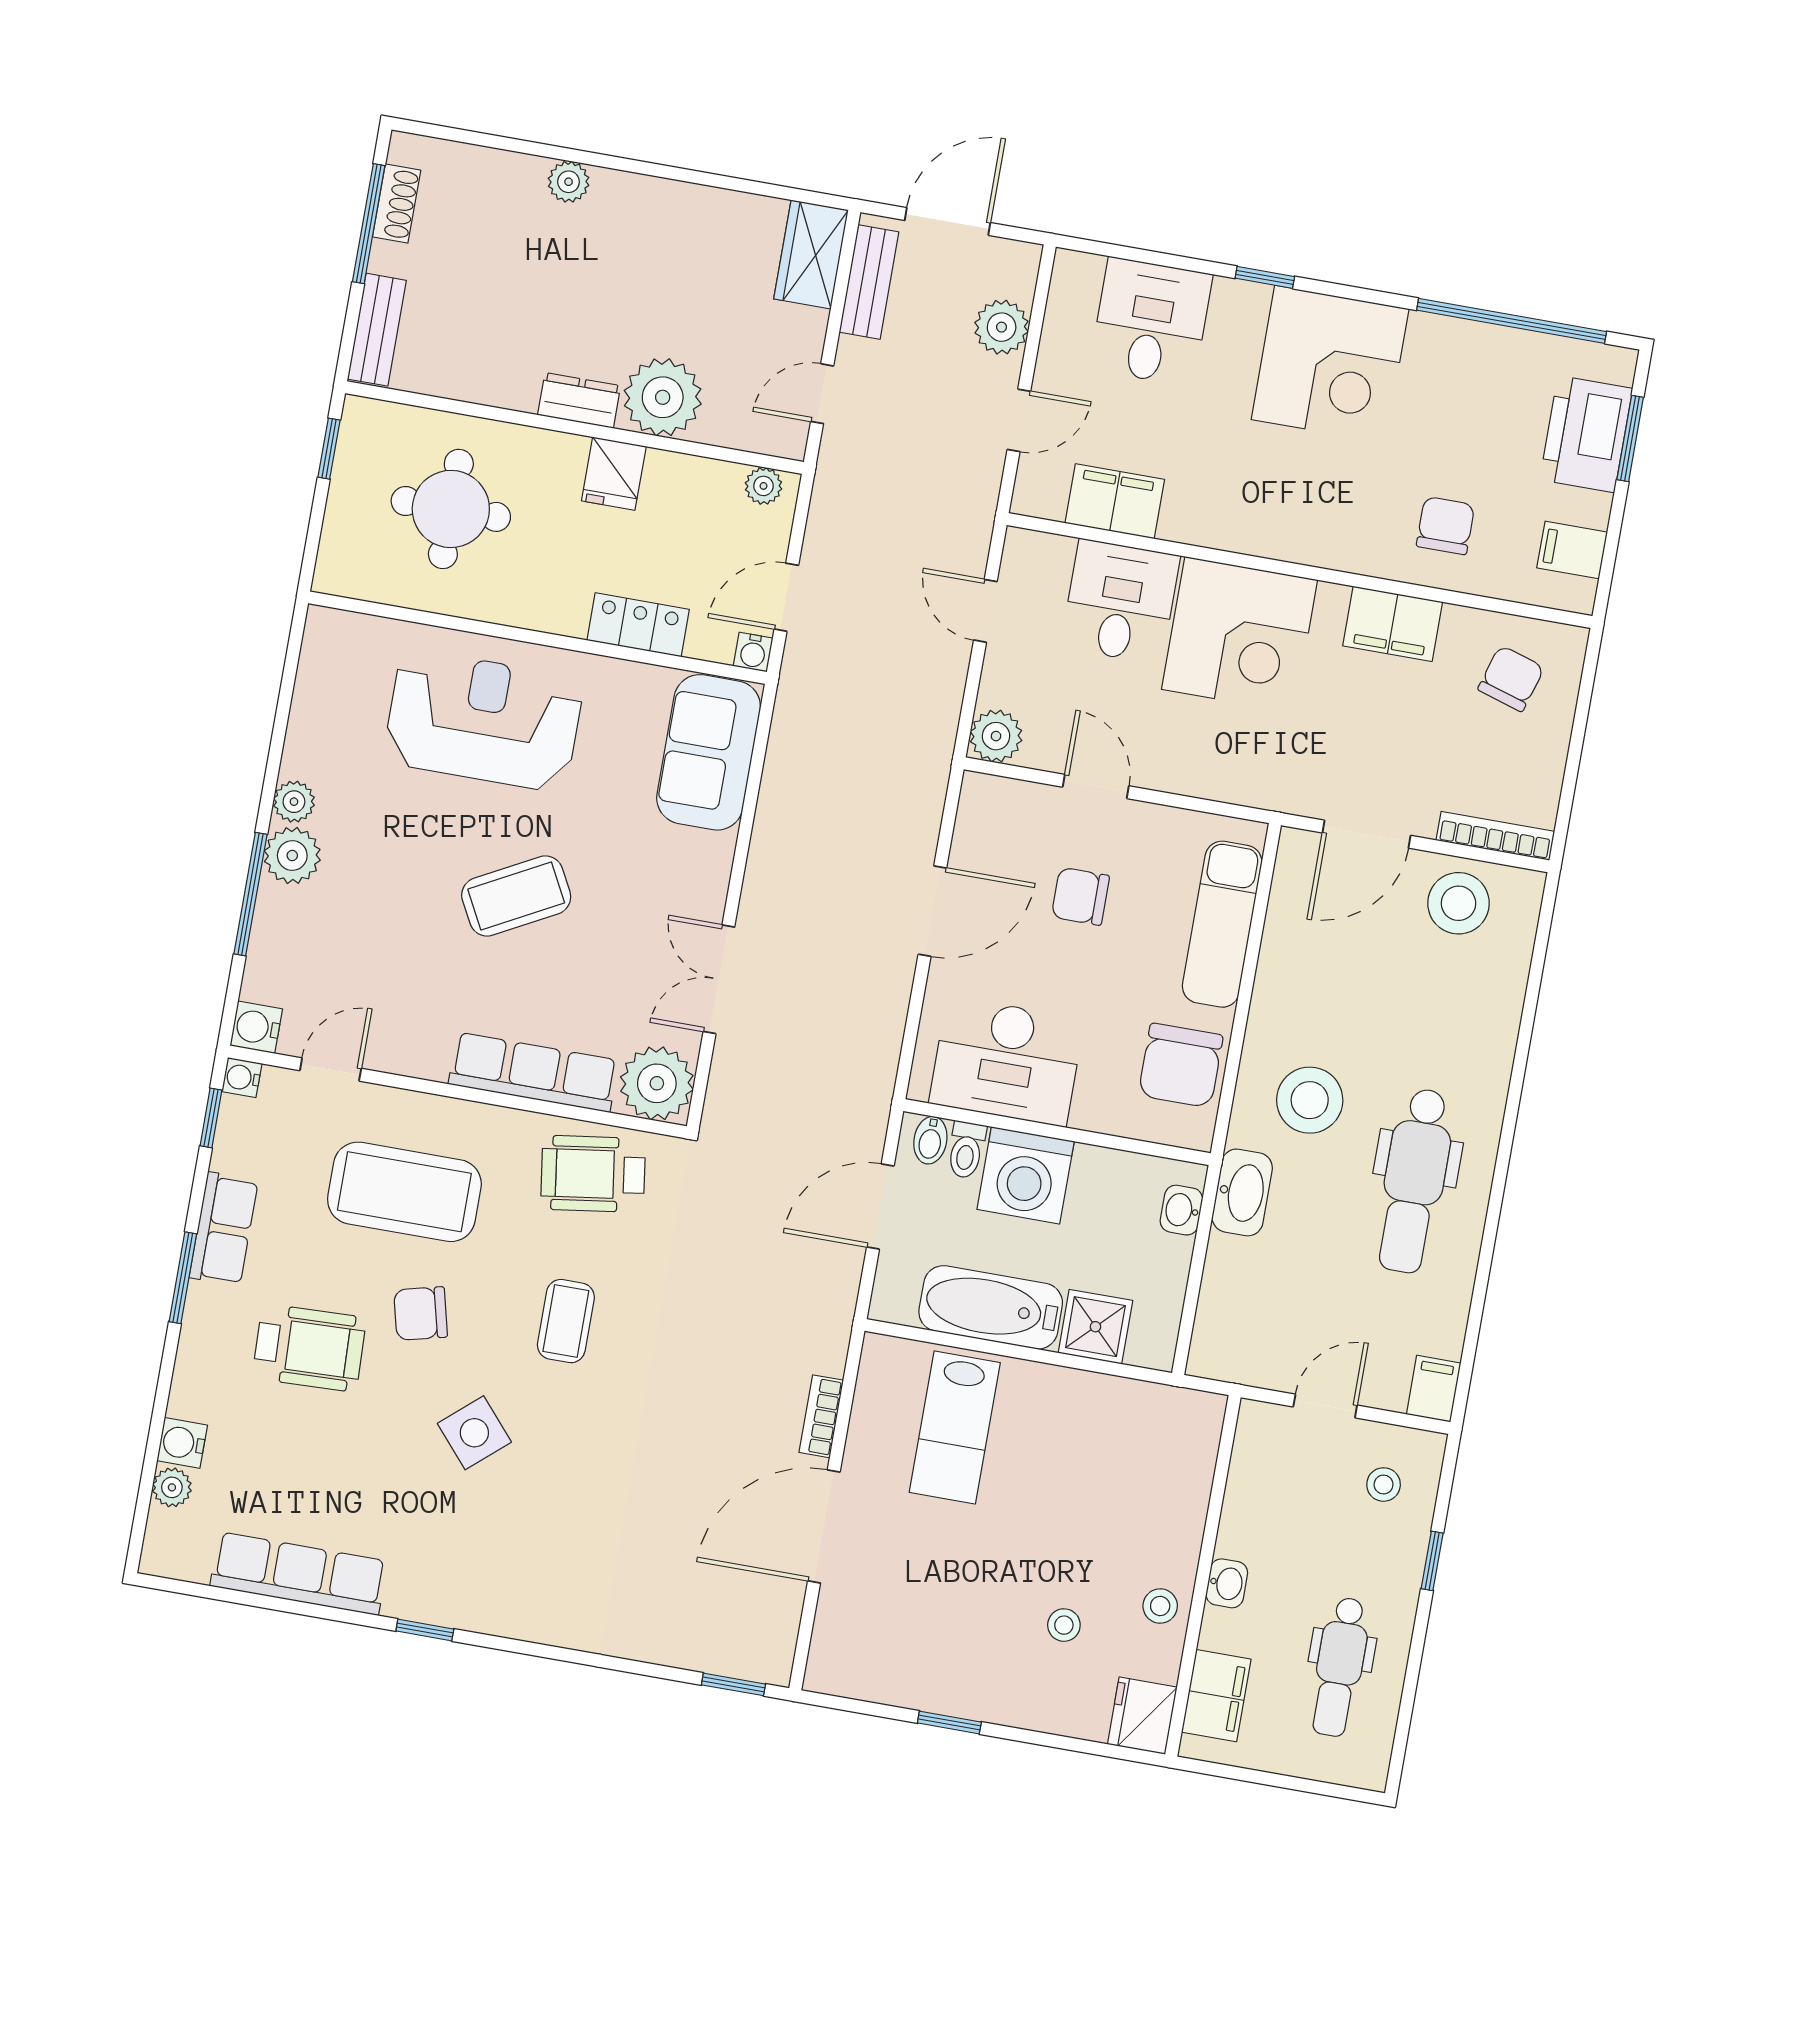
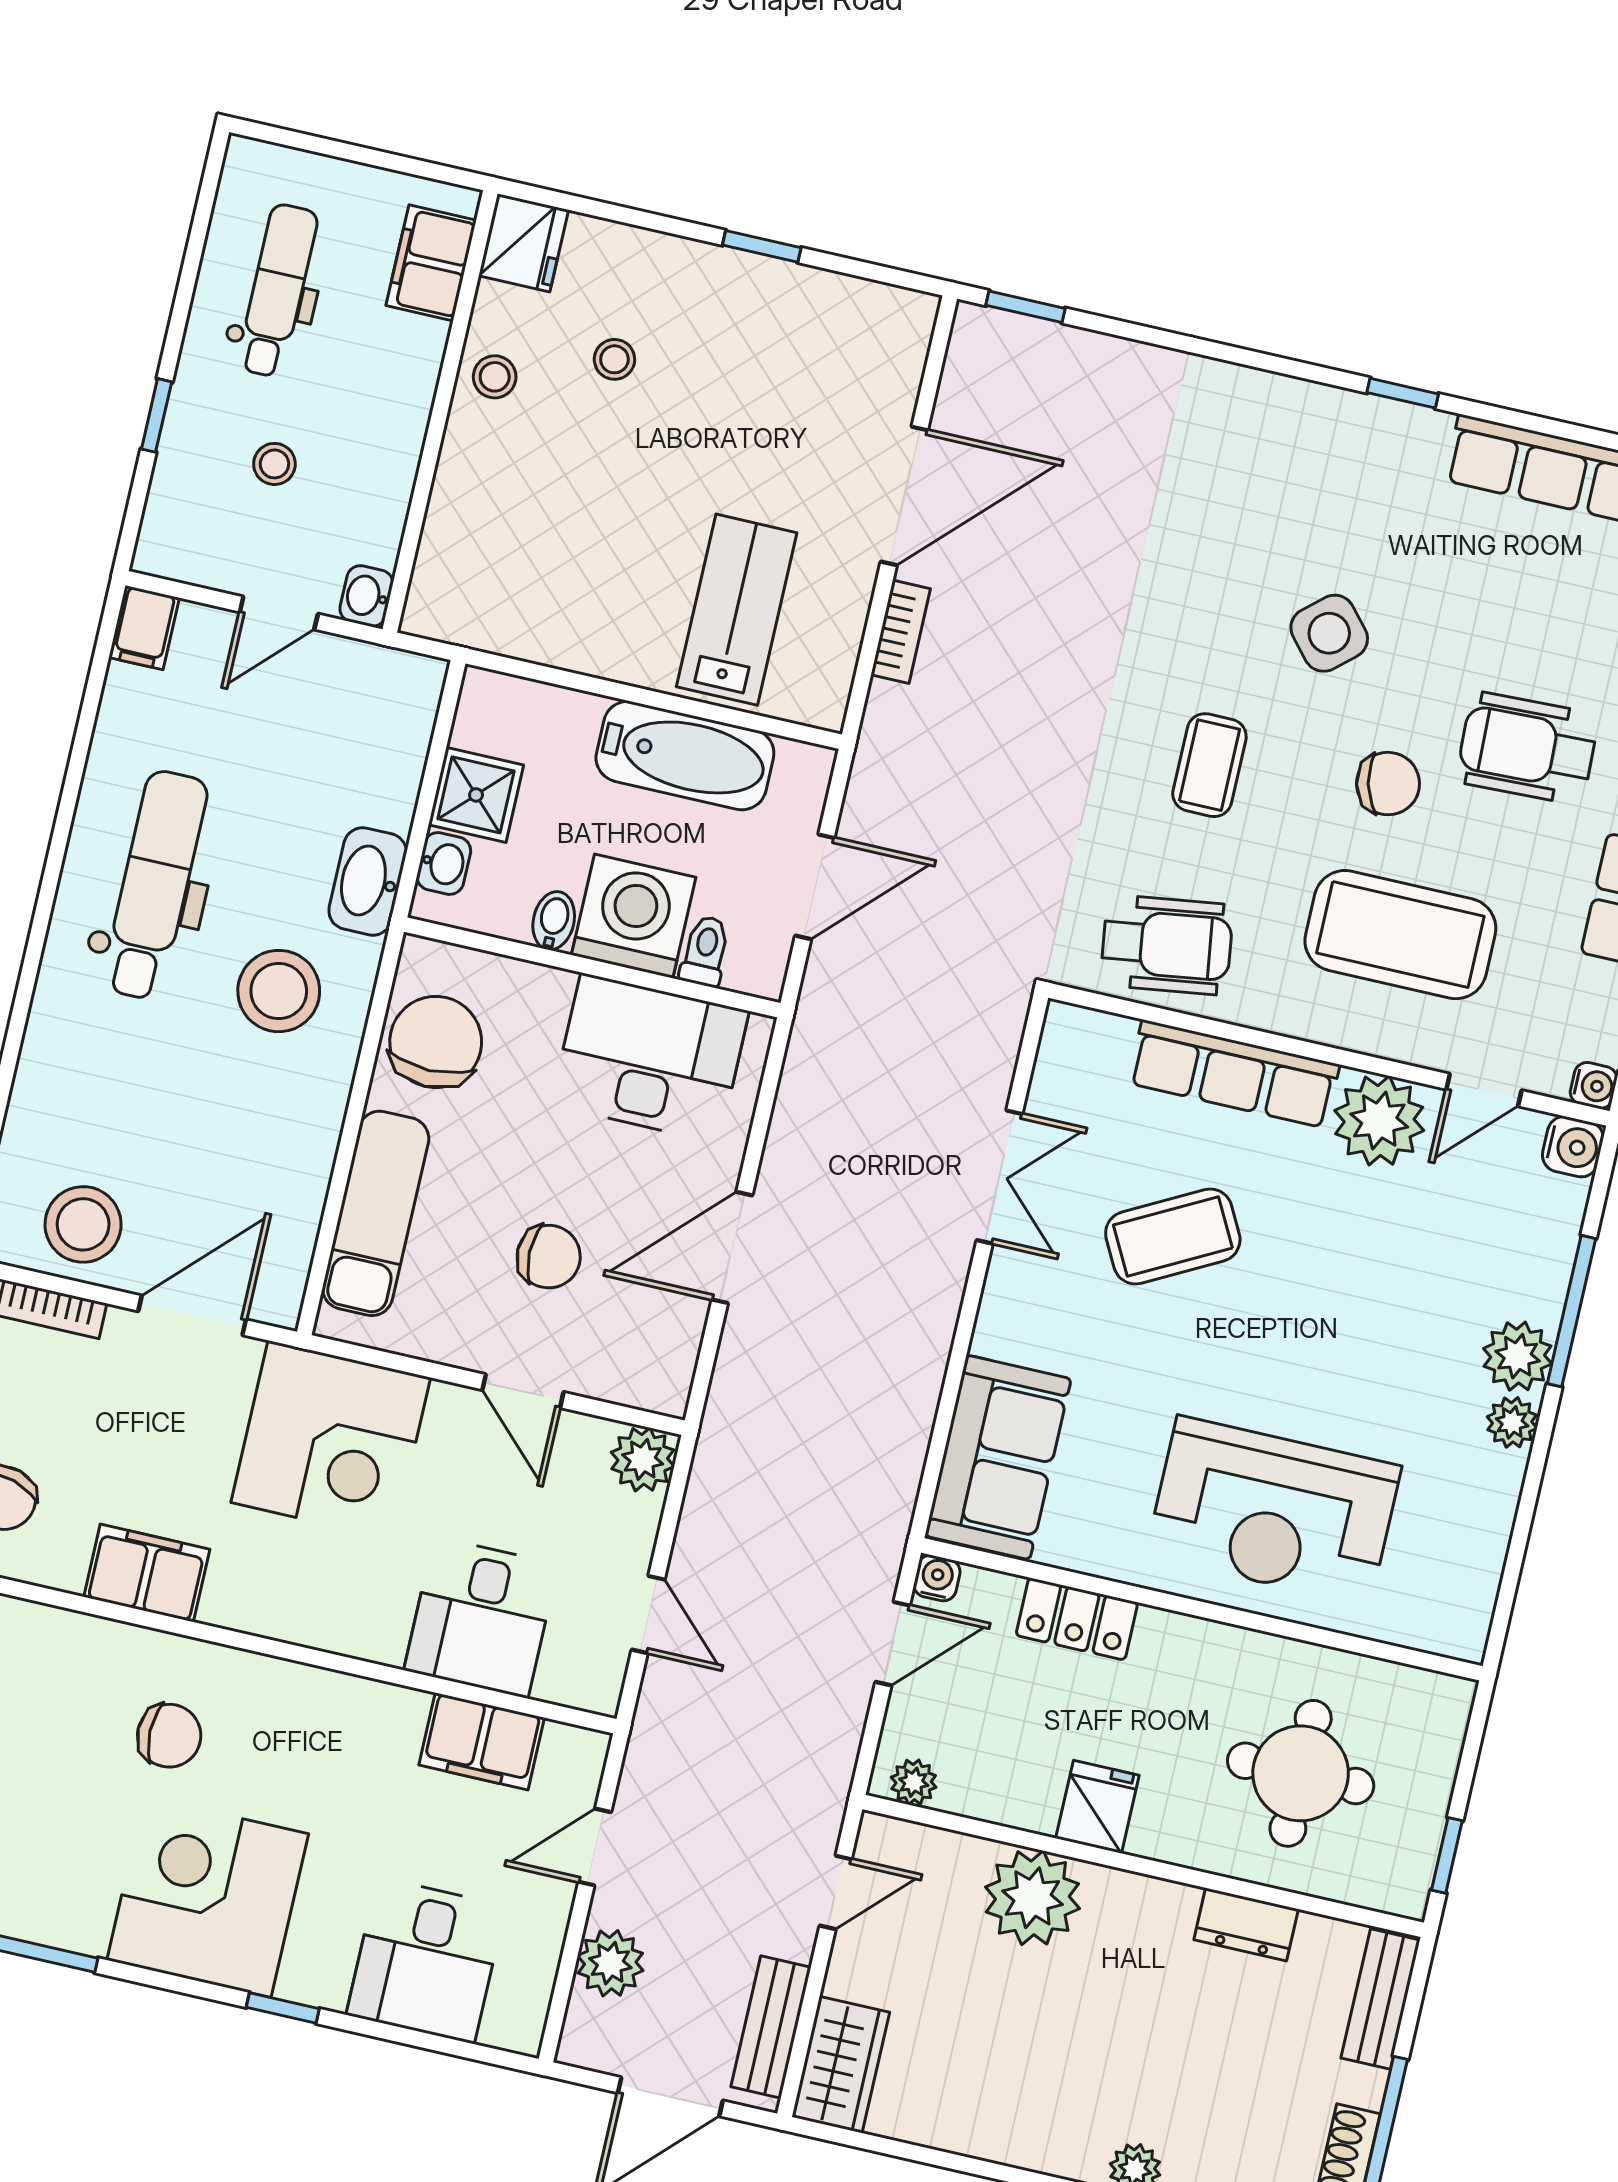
dresser: (579, 400) -> (1246, 1924), moved
chair: (1445, 526) -> (169, 1736), moved, turned -90
corner desk: (1240, 635) -> (331, 1440), moved, turned 180
coffee table: (516, 896) -> (1173, 1237), moved
plant: (657, 1083) -> (1379, 1121), moved
bidet: (930, 1140) -> (554, 921), moved
shower: (1095, 1327) -> (476, 795), moved
stool: (1384, 1485) -> (274, 464), moved
washbasin: (1227, 1583) -> (366, 596), moved

